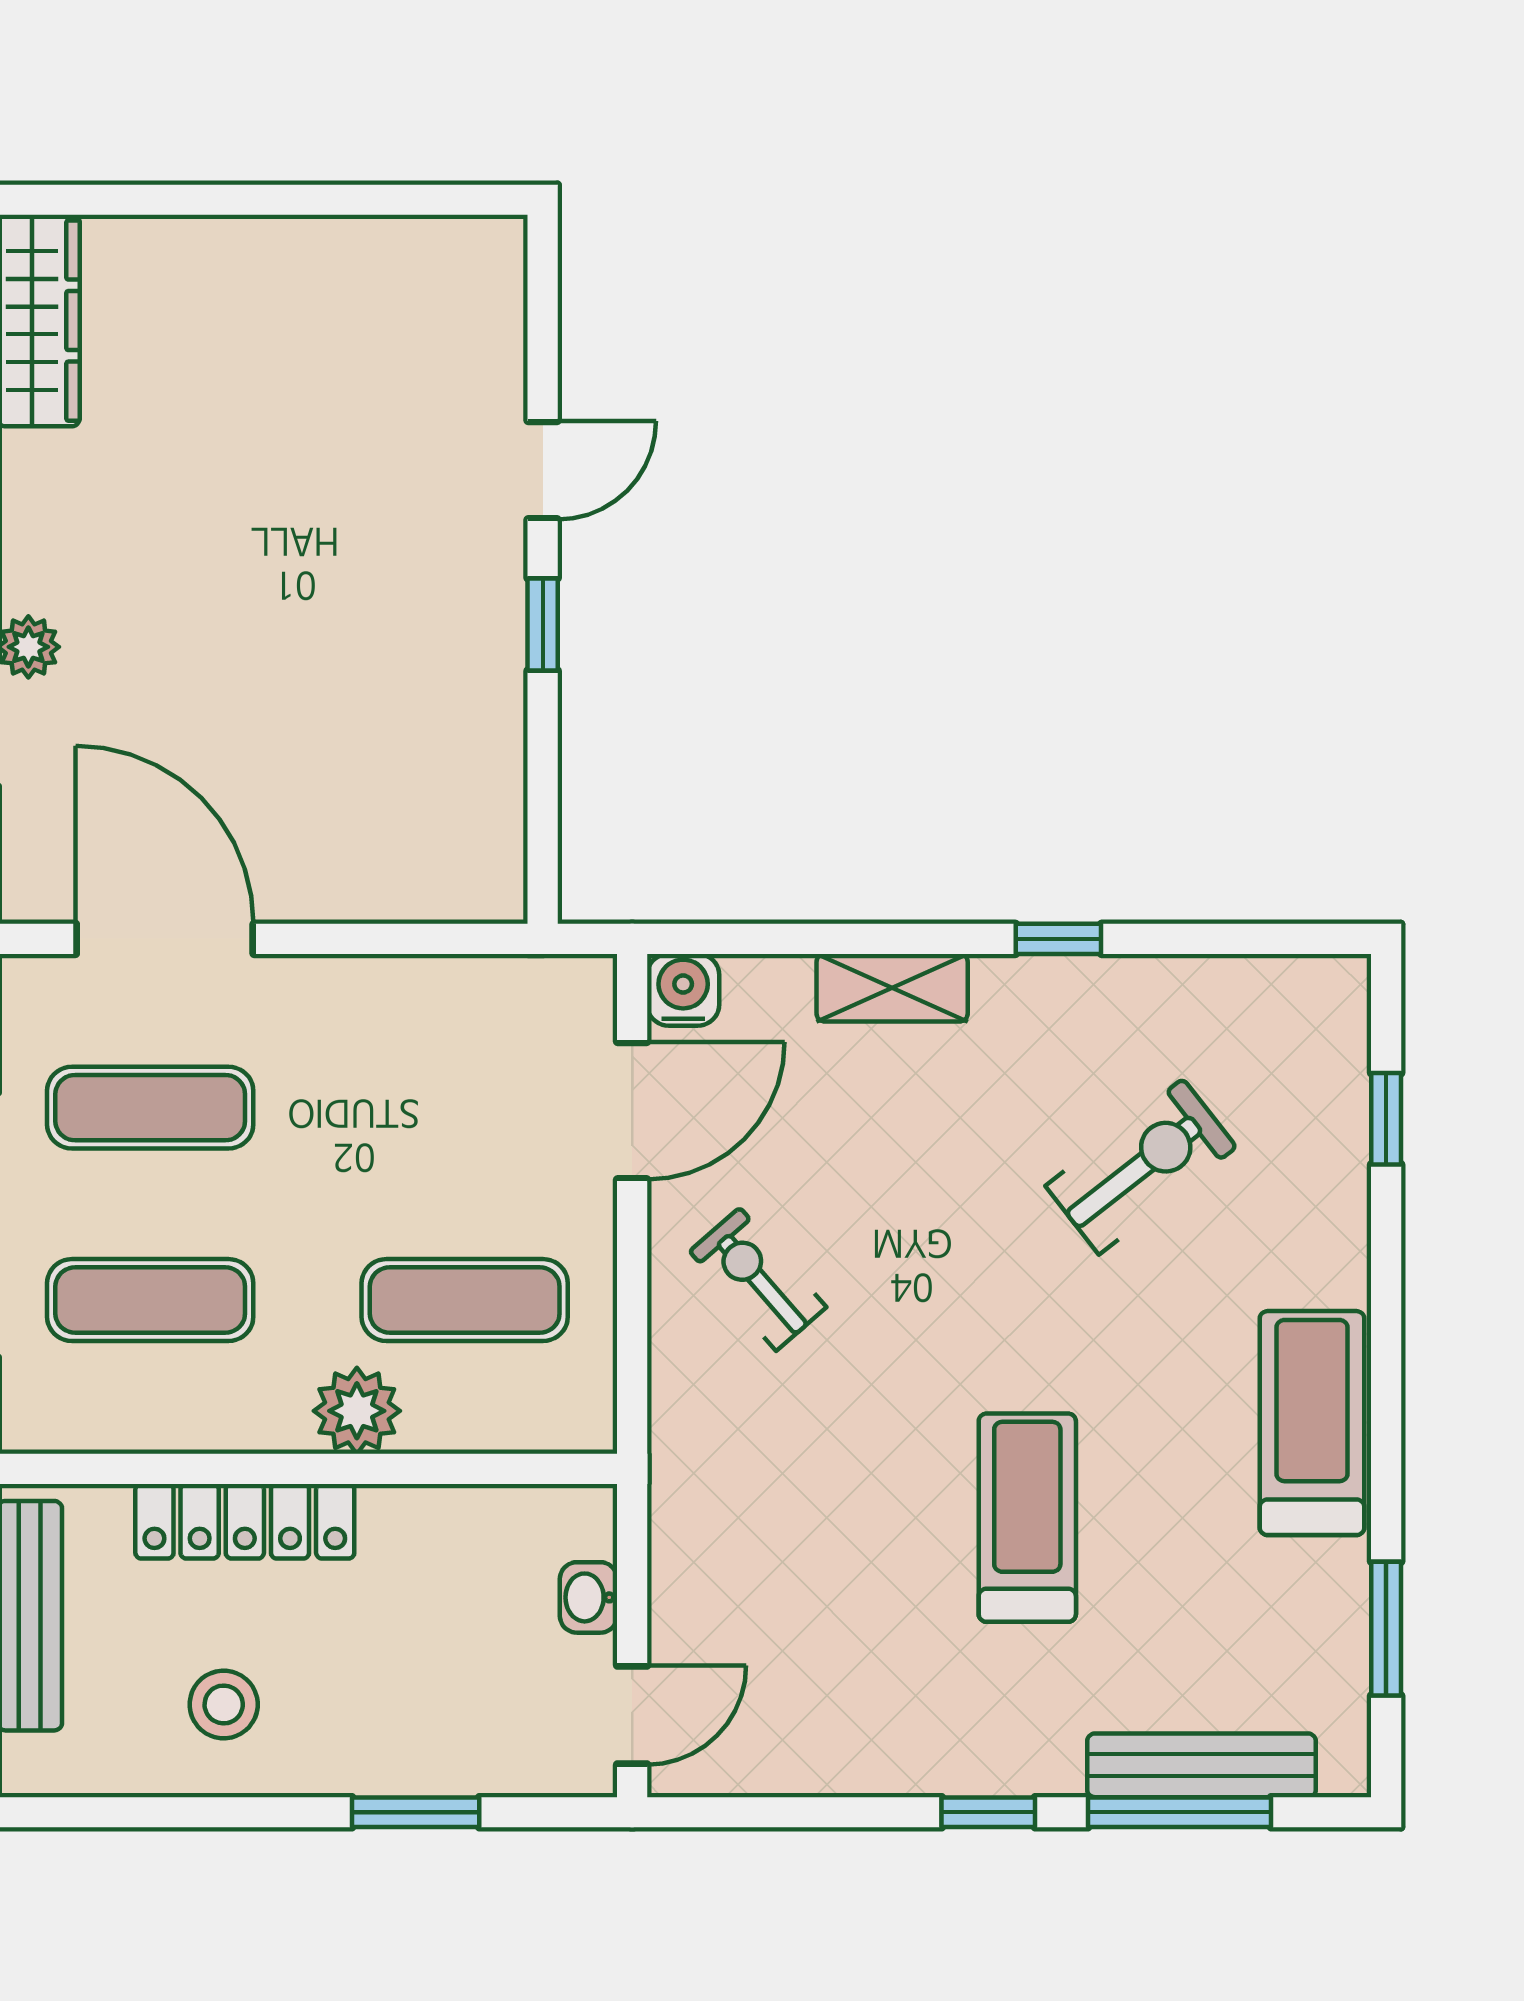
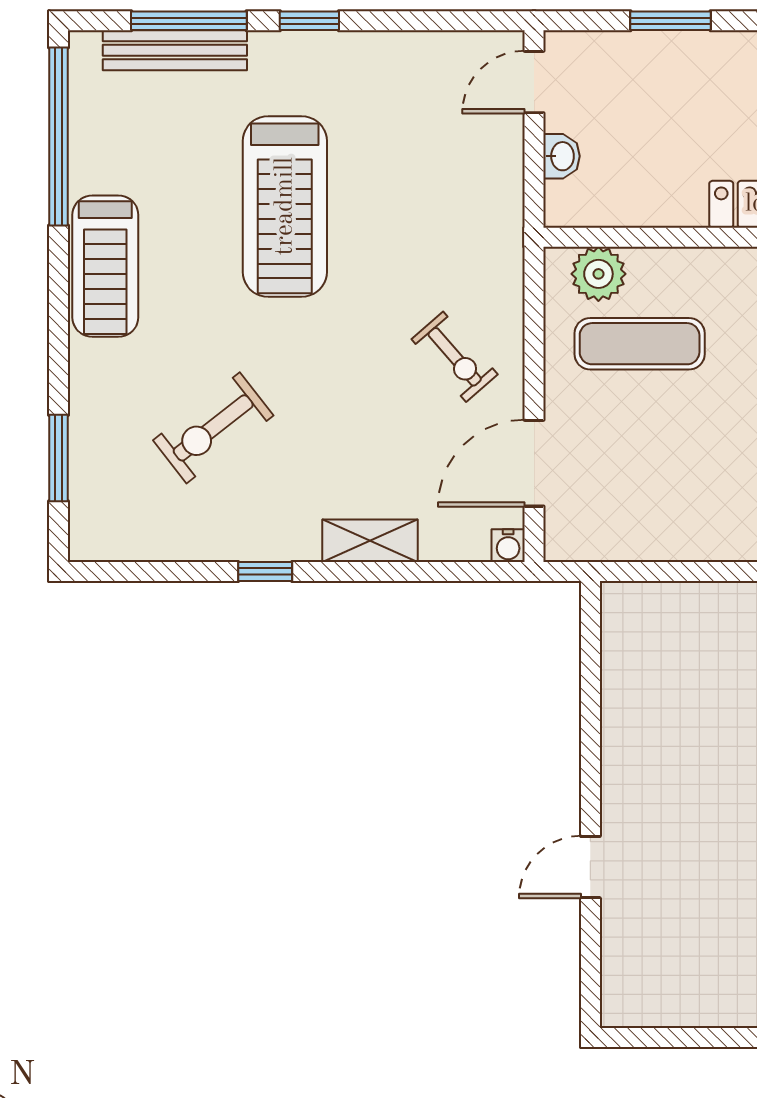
window: (543, 624) -> (590, 770), removed
water cooler: (683, 990) -> (508, 546), width x0.72, depth x0.72
window: (1386, 1119) -> (59, 458), width x1.50
plant: (357, 1411) -> (598, 274), moved
treadmill: (1027, 1518) -> (285, 206), width x1.37, depth x1.38
window: (1386, 1629) -> (59, 137), width x2.11

